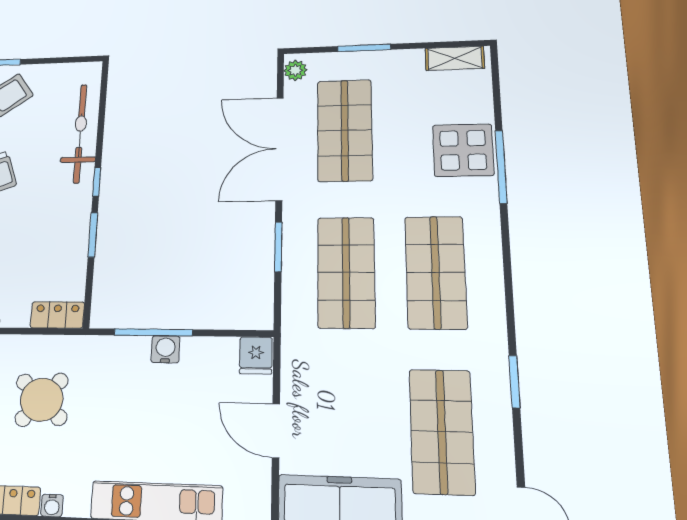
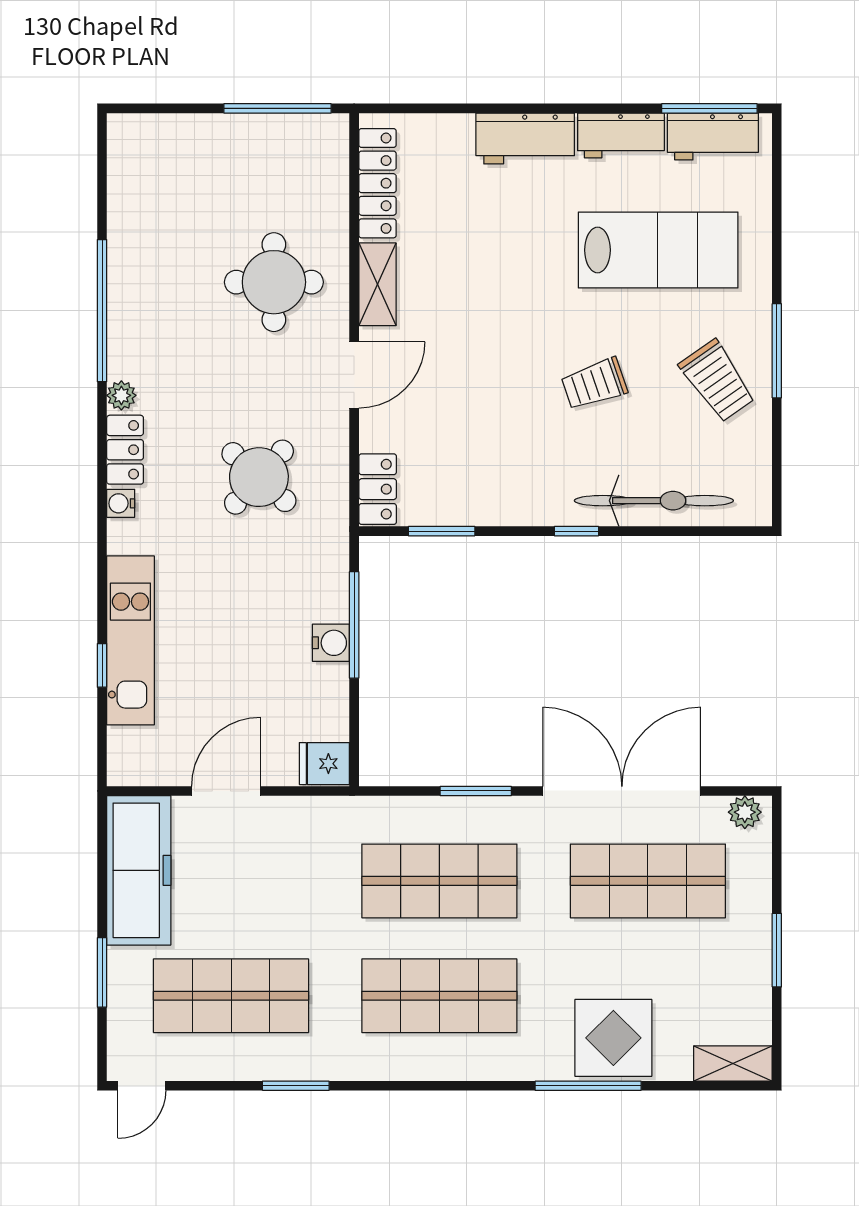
window: (364, 48) -> (777, 950), moved
shelving: (455, 58) -> (733, 1063), moved, turned 90
window: (93, 235) -> (442, 531), moved

